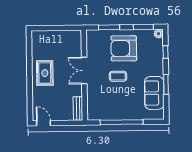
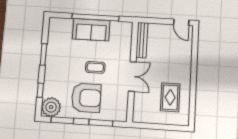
plant: (158, 34) -> (51, 107), width x1.87, depth x1.87
rug: (45, 73) -> (170, 97), moved
sofa: (154, 93) -> (91, 30), moved, turned 90
bench: (78, 109) -> (142, 40), width x1.36

